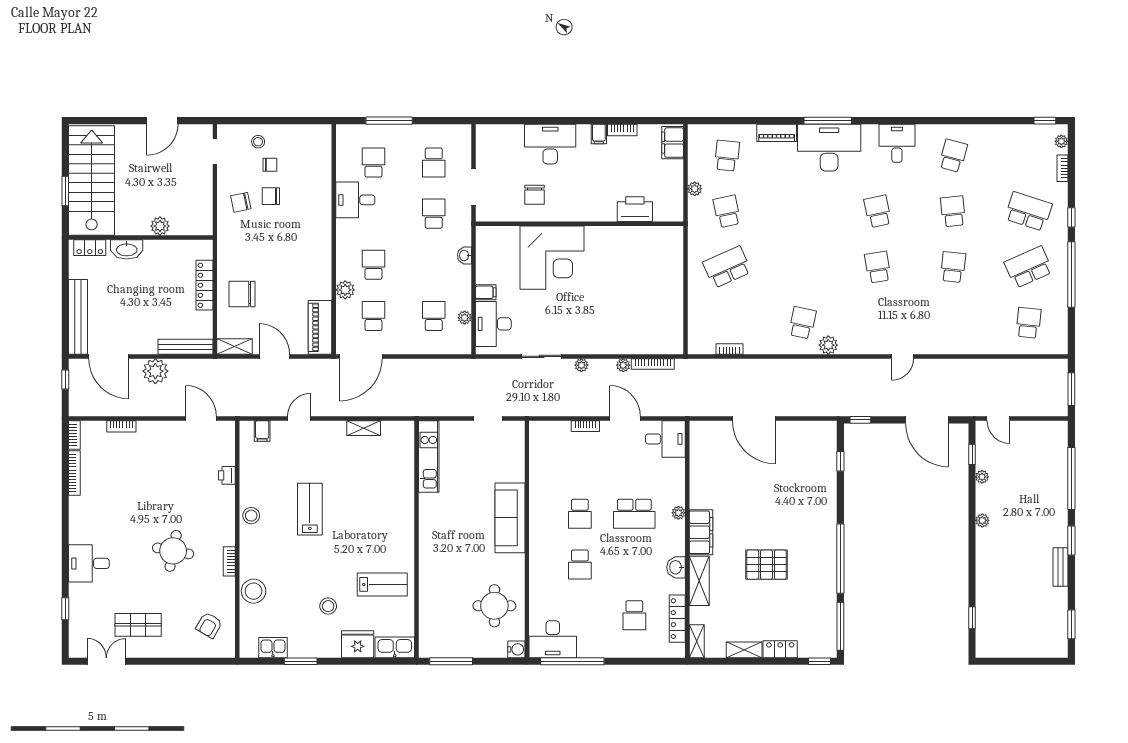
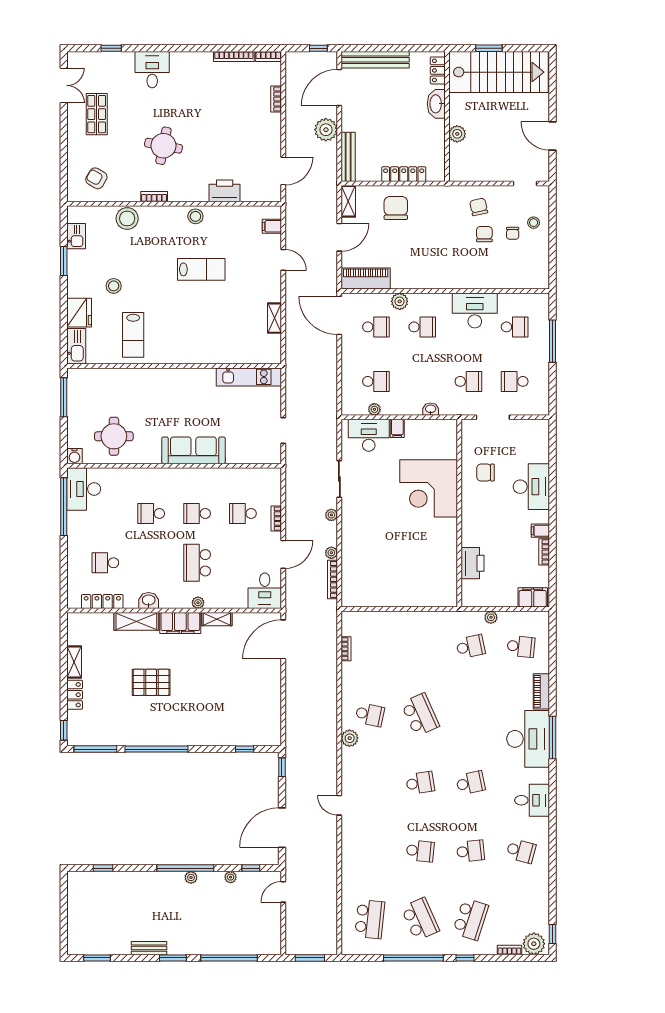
plant: (1061, 141) -> (534, 944), width x1.87, depth x1.87
desk: (355, 200) -> (475, 310), width x1.37
school desk: (727, 267) -> (420, 715), moved
school desk: (1028, 323) -> (370, 919), width x1.85
door: (754, 418) -> (283, 639), moved
school desk: (580, 463) -> (243, 513), added
printer: (227, 475) -> (225, 191), width x1.87, depth x1.48
window: (972, 527) -> (185, 868), added
pallet: (767, 565) -> (151, 682), turned 90
shelving: (697, 641) -> (217, 619), moved

